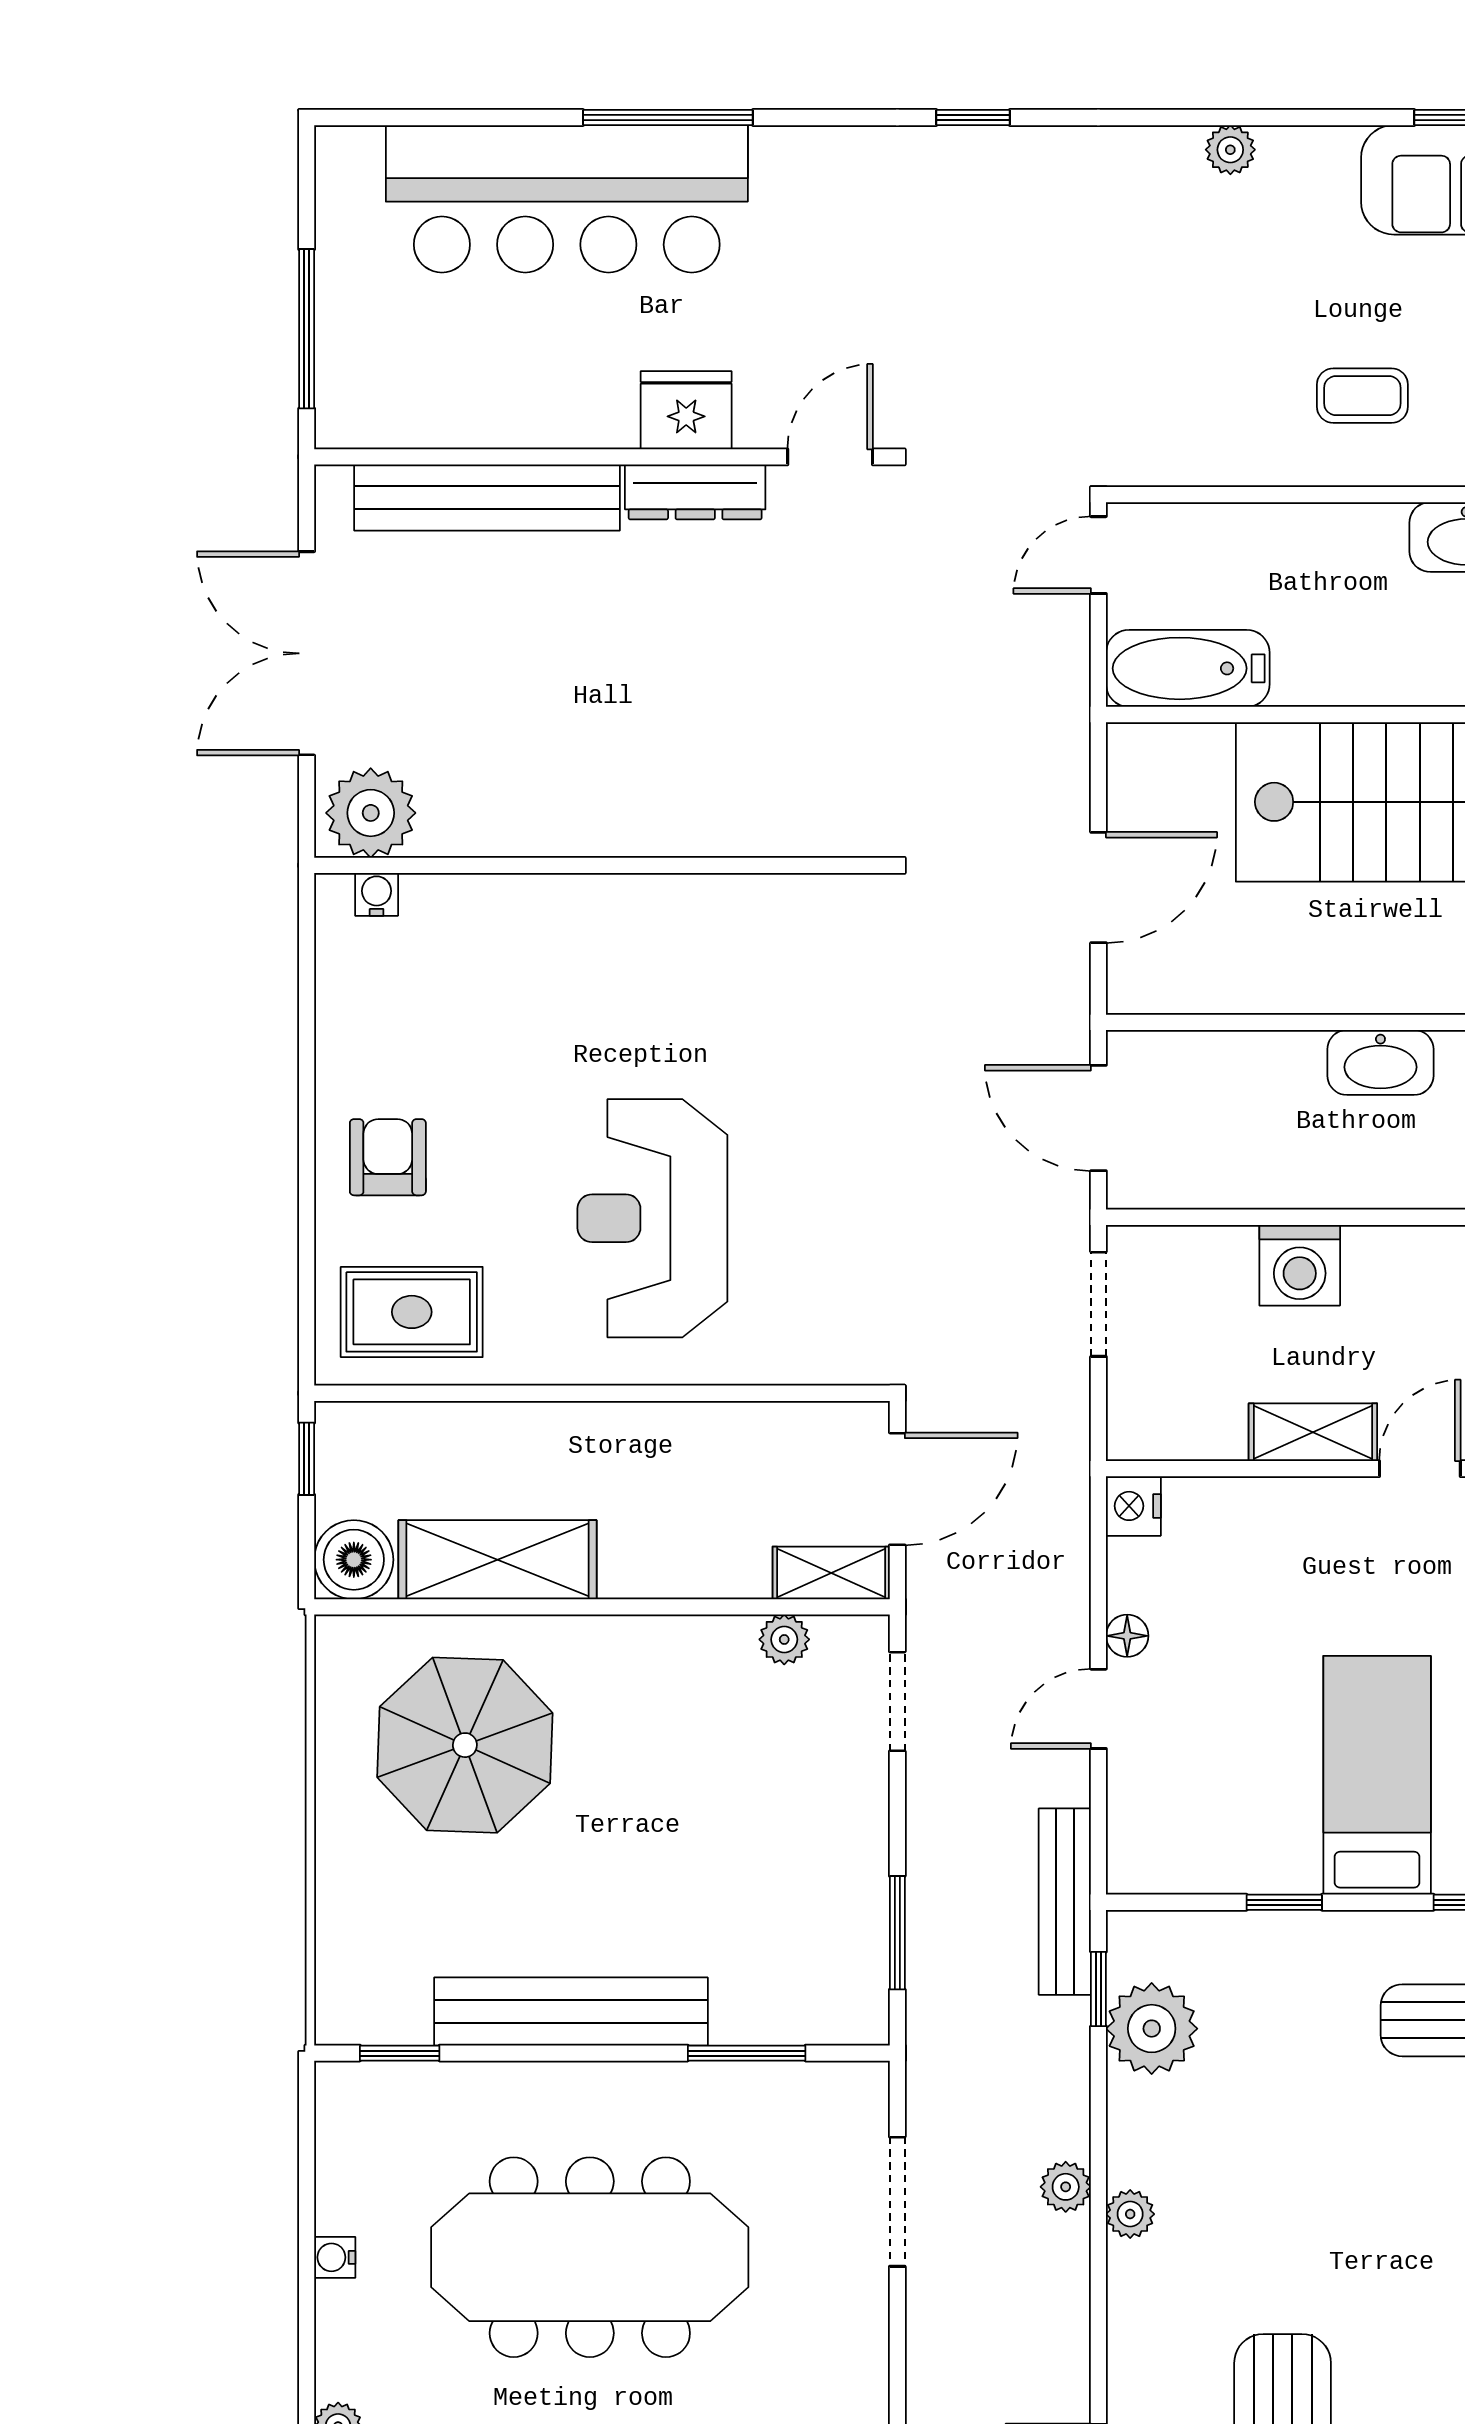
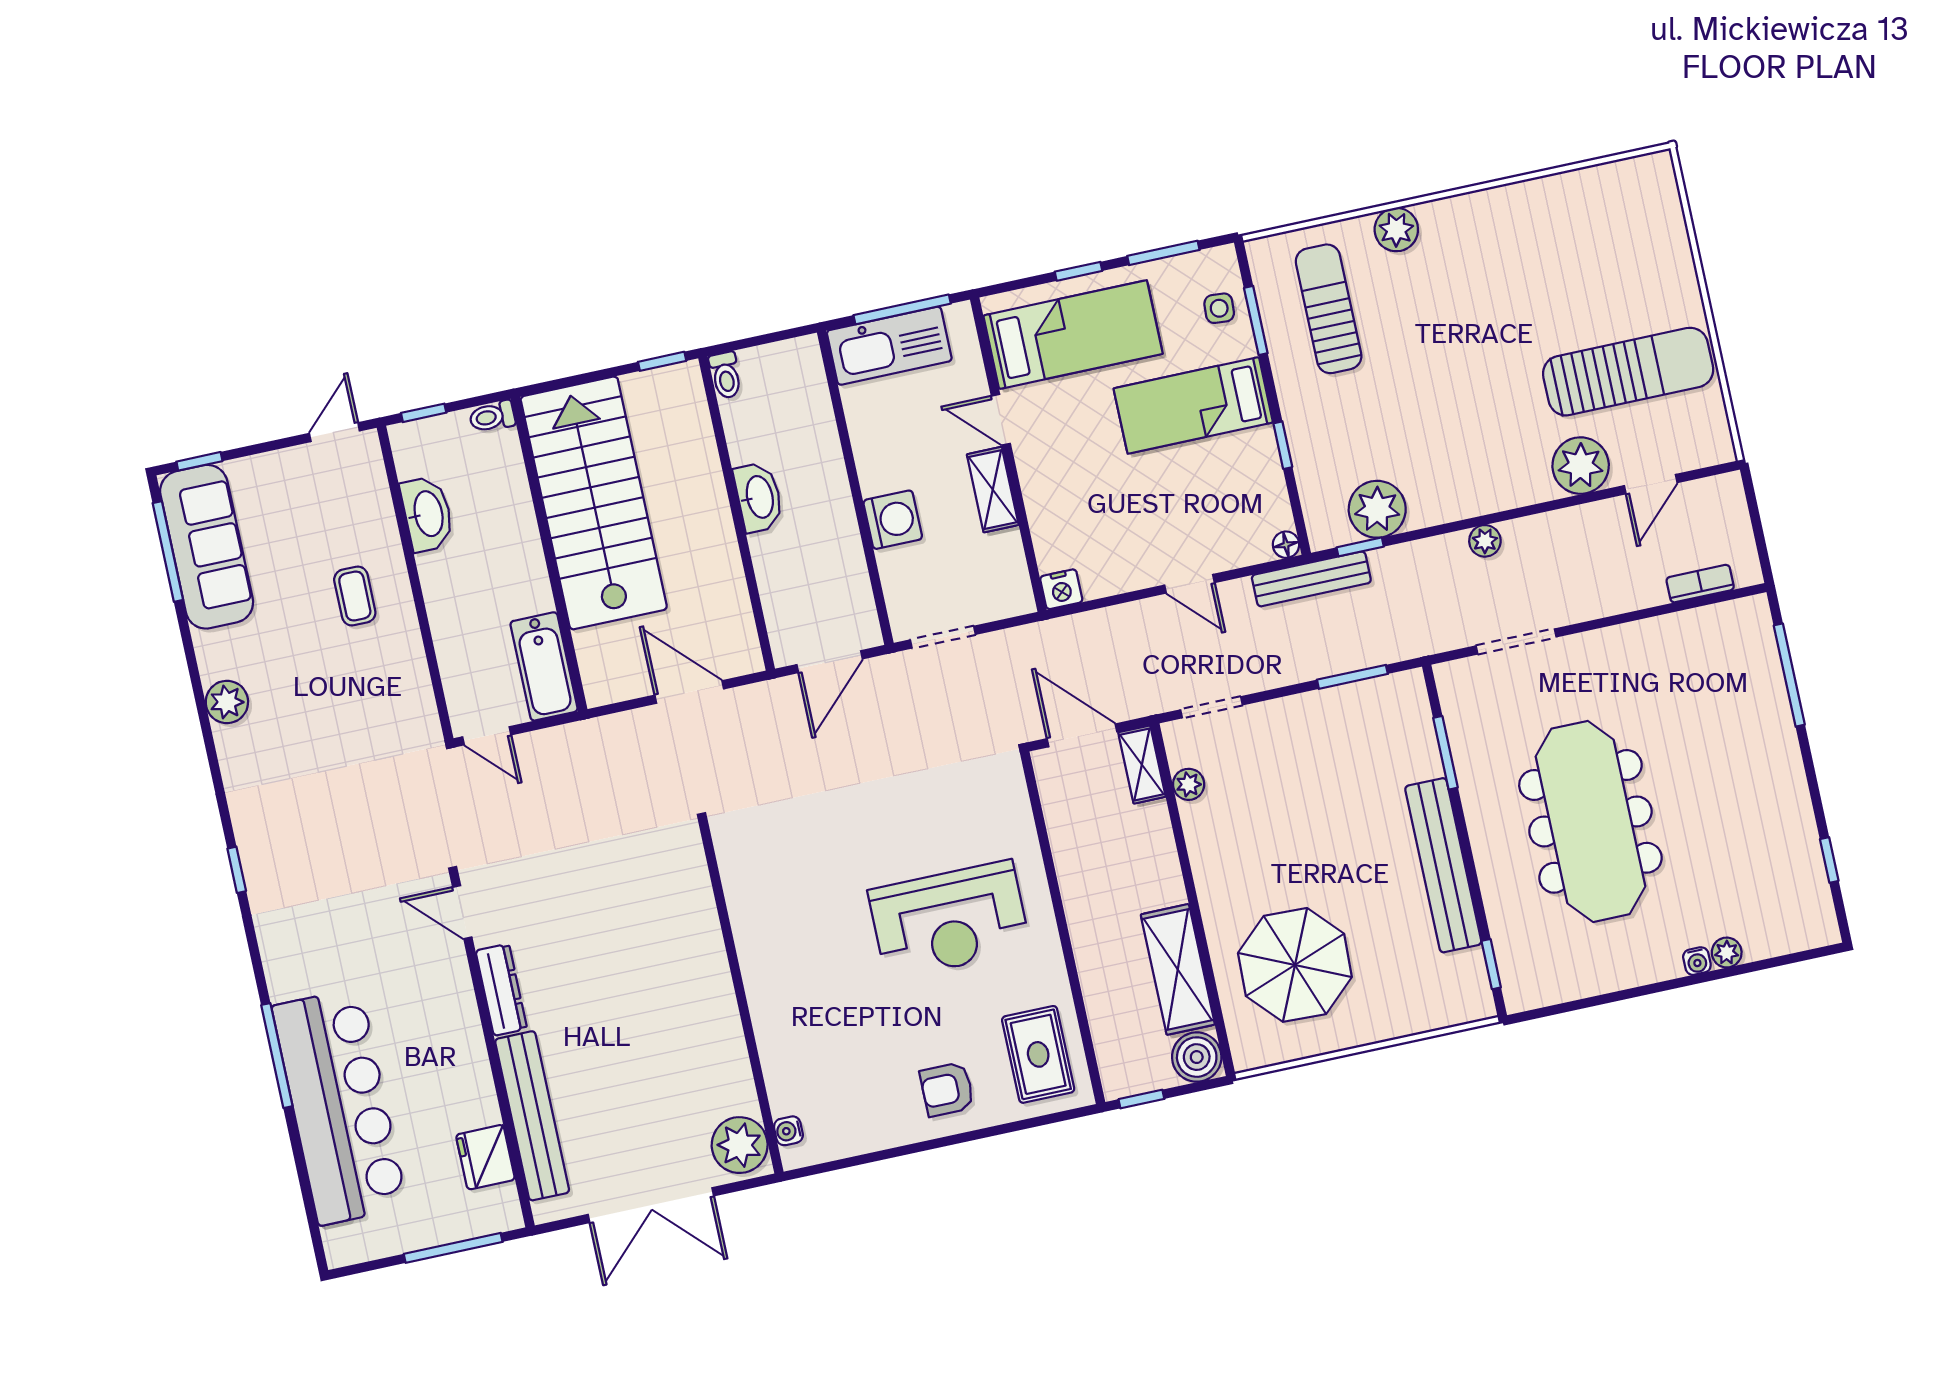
plant: (1230, 150) -> (227, 702), width x1.38, depth x1.38
fridge: (686, 410) -> (485, 1157), moved
floor lamp: (1127, 1636) -> (1286, 545), moved
plant: (1130, 2214) -> (1581, 466), moved, width x1.87, depth x1.87
water cooler: (335, 2257) -> (1697, 961), moved

